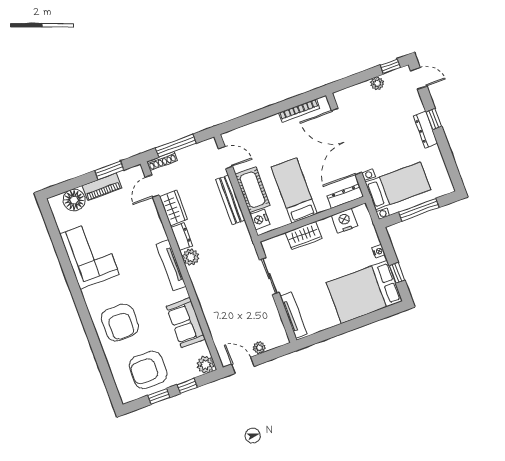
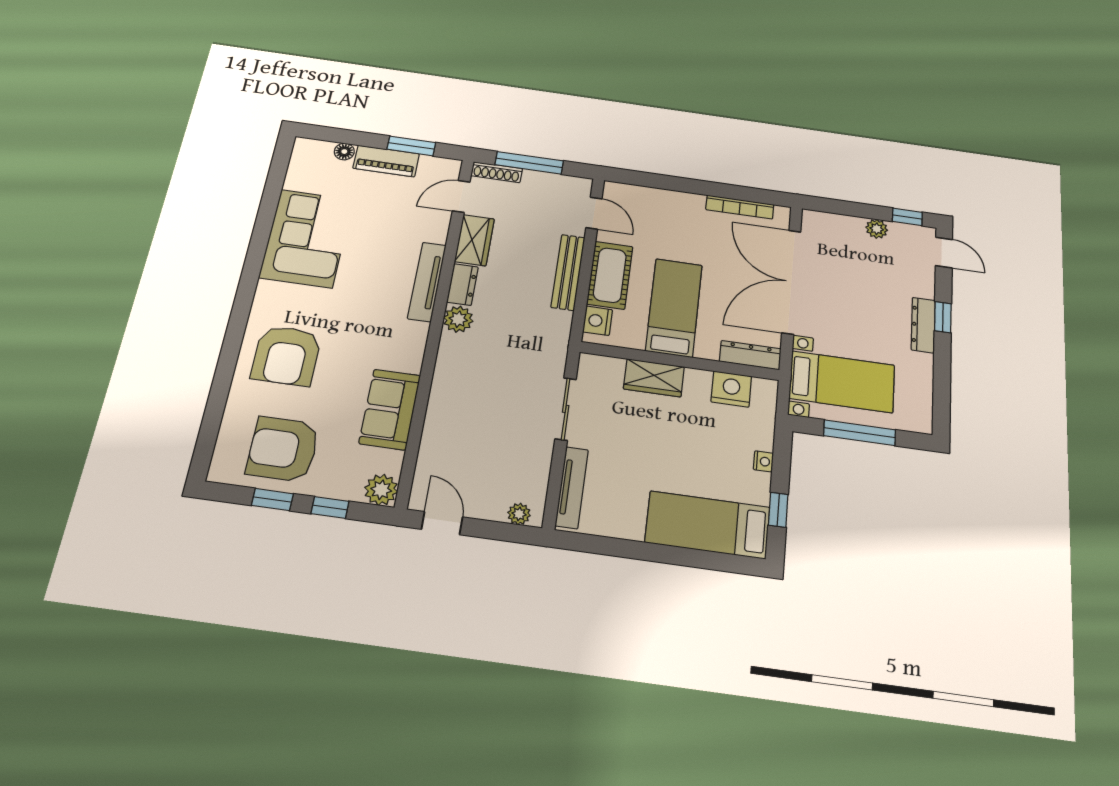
floor lamp: (74, 200) -> (344, 152), width x0.53, depth x0.53
tv unit: (171, 265) -> (427, 282), moved
bed: (364, 292) -> (708, 525), width x0.67
plant: (259, 348) -> (519, 514), moved

